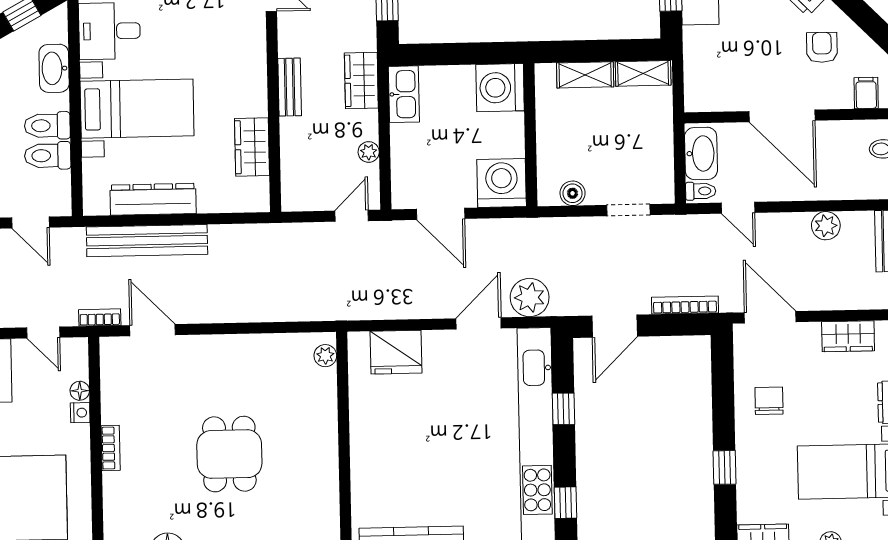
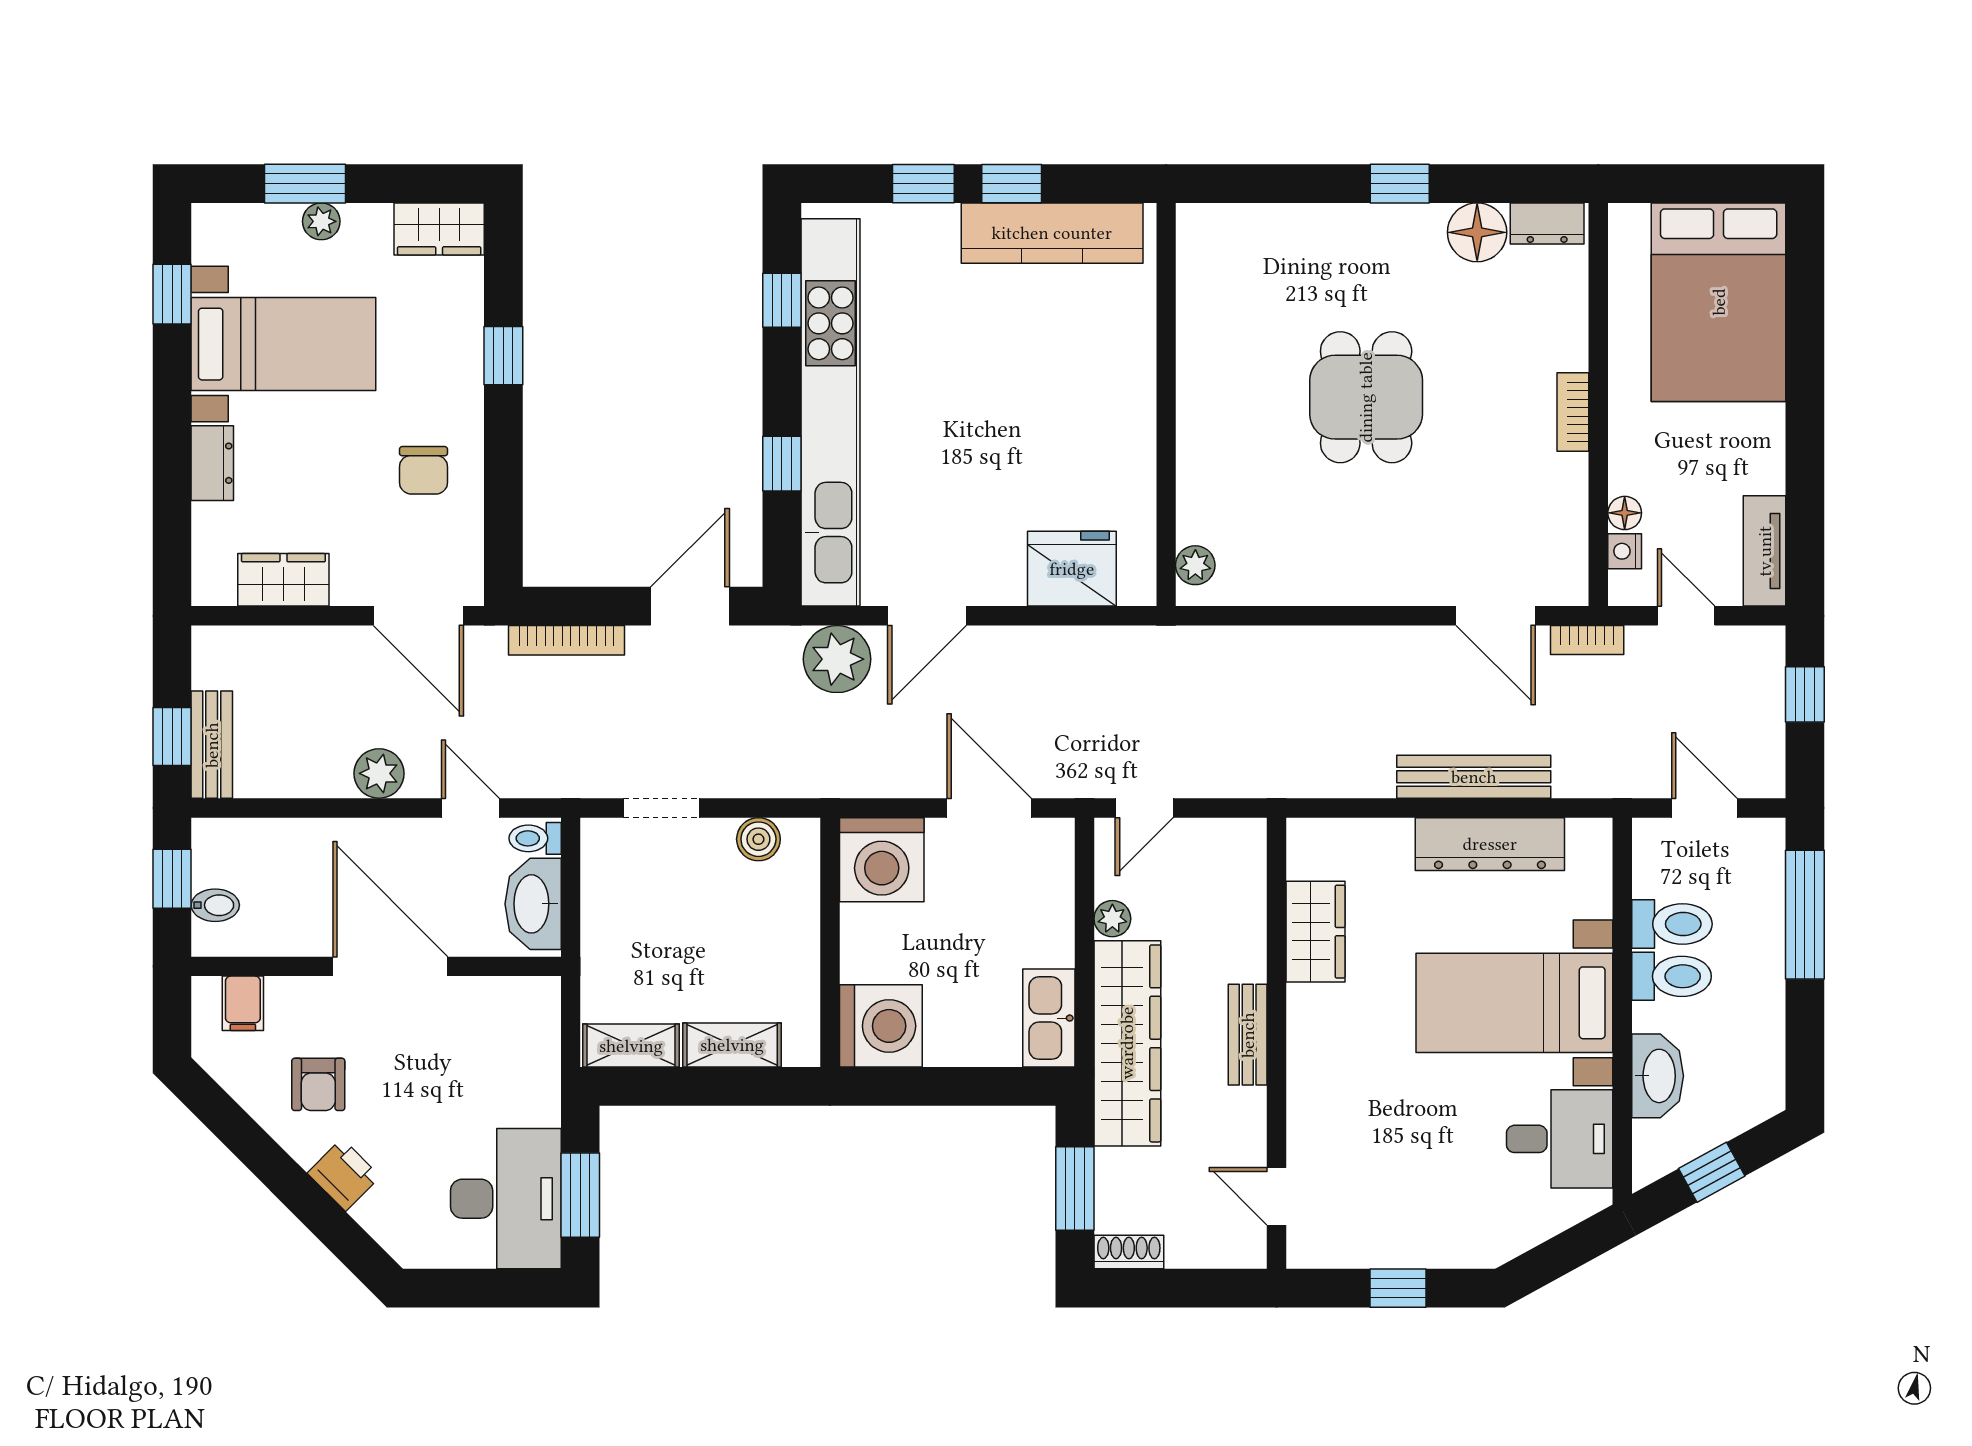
wardrobe: (361, 81) -> (1127, 1043), width x2.10, depth x1.17
plant: (826, 226) -> (379, 773), moved
bench: (147, 241) -> (1474, 777), width x0.73, depth x0.82
nightstand: (80, 413) -> (1625, 551), moved

